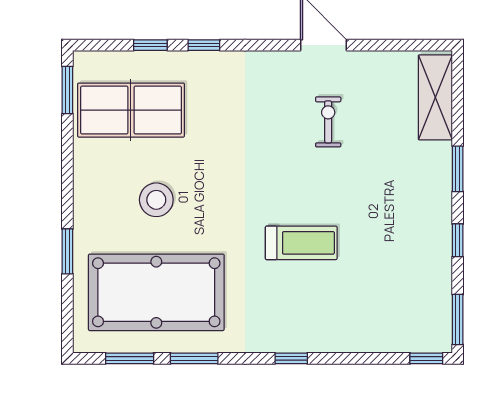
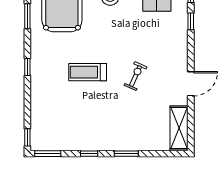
shelving: (435, 97) -> (179, 128), moved, turned 90
exercise bike: (328, 122) -> (135, 76), moved, turned -66
treadmill: (301, 243) -> (88, 72), turned 90

